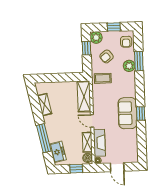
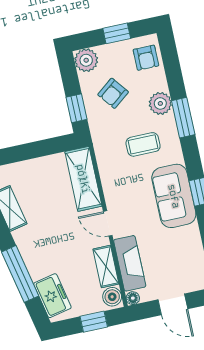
window: (86, 48) -> (77, 108), moved
window: (139, 61) -> (183, 118), moved
coffee table: (103, 78) -> (143, 144), moved

